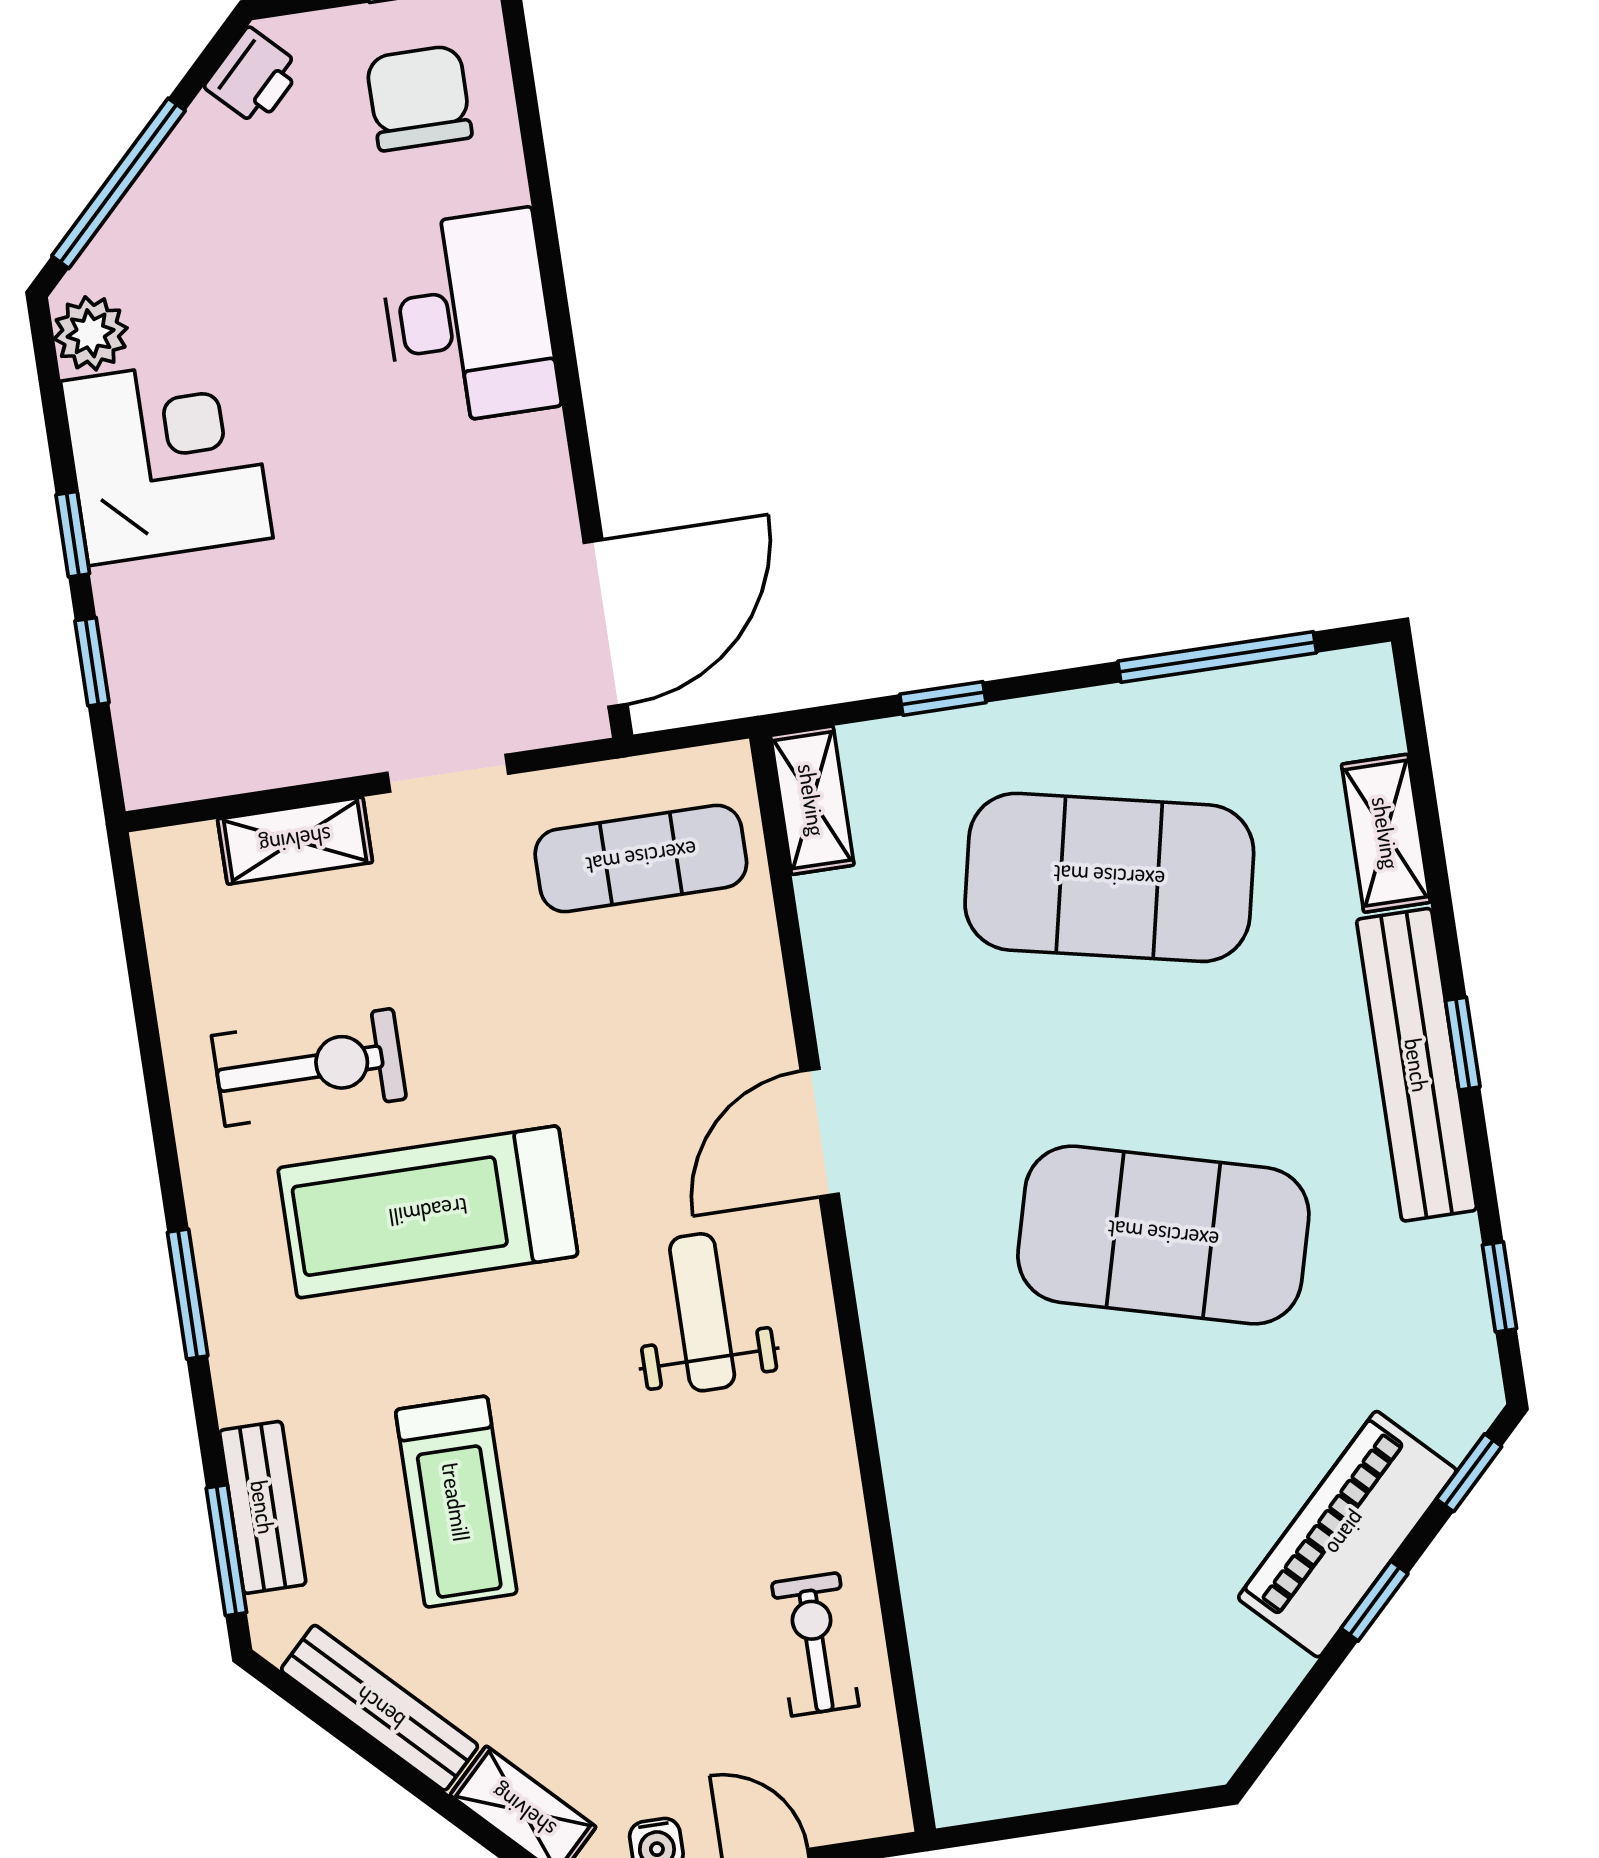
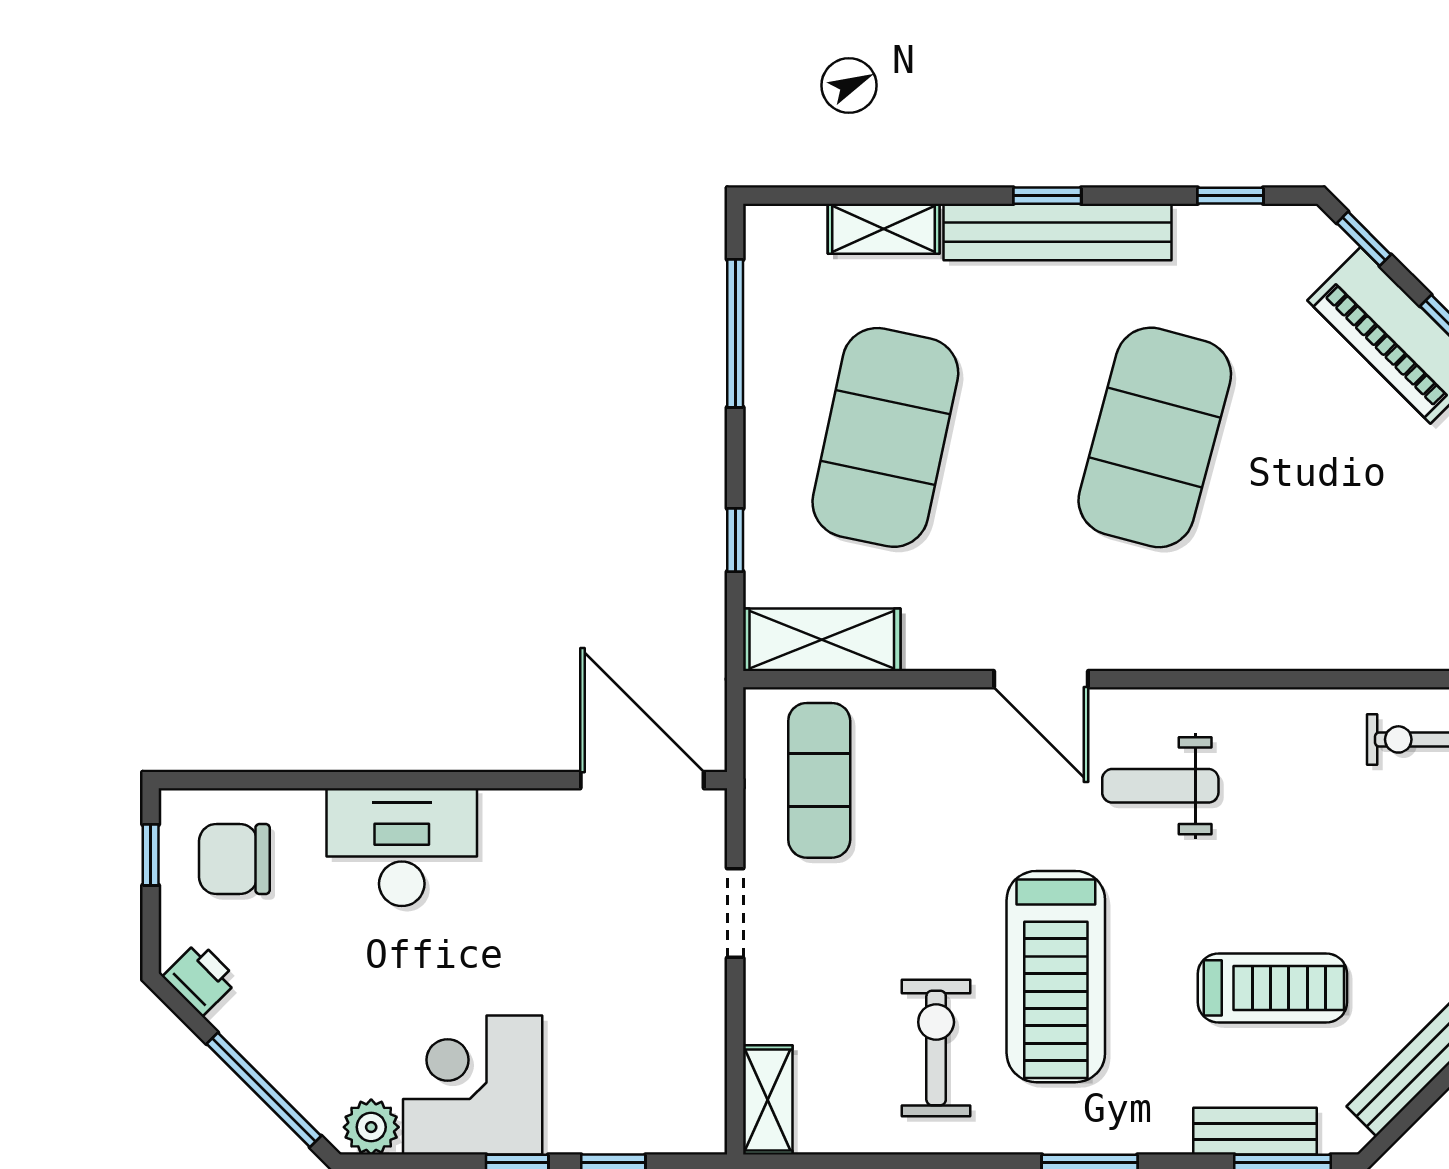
shelving: (812, 800) -> (822, 640), width x1.50, depth x1.33
shelving: (295, 841) -> (768, 1100), moved

